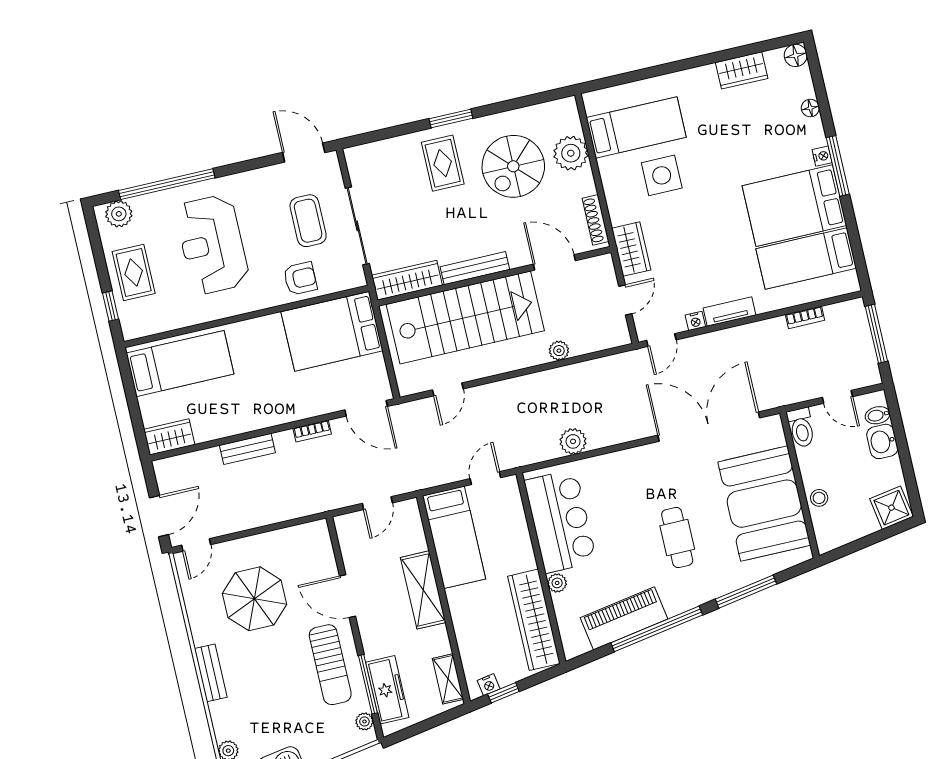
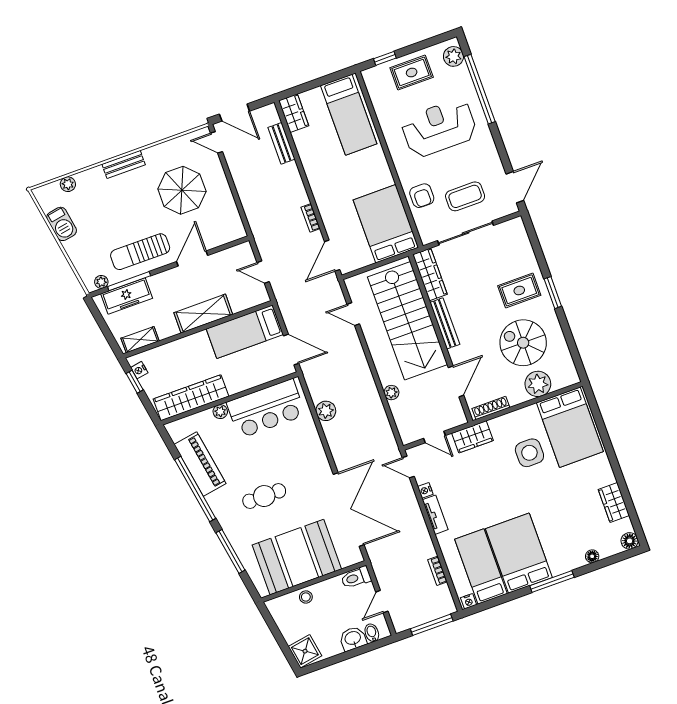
bed: (636, 127) -> (570, 427), width x1.50
nightstand: (822, 156) -> (469, 601), moved
bench: (247, 449) -> (281, 143), moved
door: (485, 478) -> (291, 350), width x1.38

